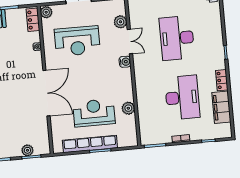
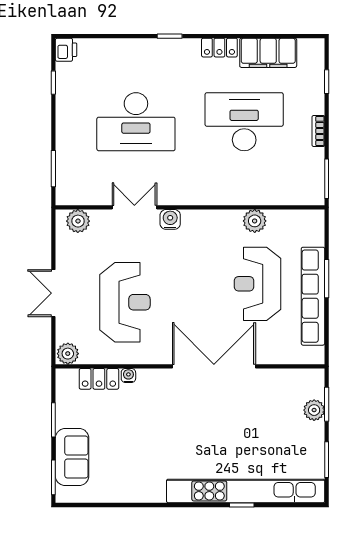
locker: (33, 20) -> (99, 379), moved
plant: (120, 22) -> (78, 221), moved

